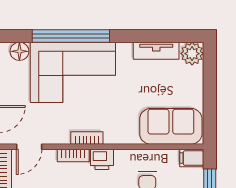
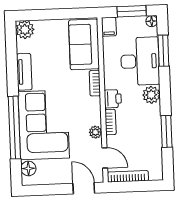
tv unit: (156, 51) -> (24, 72), moved
plant: (61, 136) -> (95, 132), added
bookcase: (87, 138) -> (95, 83), moved

